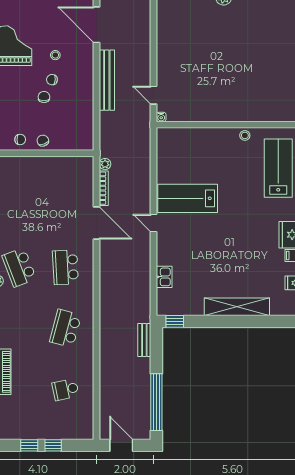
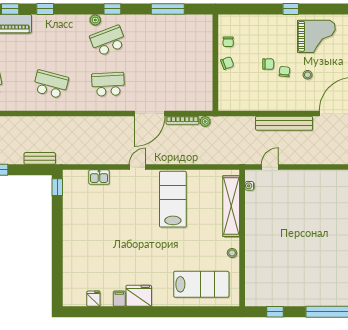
water cooler: (161, 117) -> (249, 186), moved
door: (153, 223) -> (137, 167), moved
shelving: (237, 307) -> (231, 206), moved

